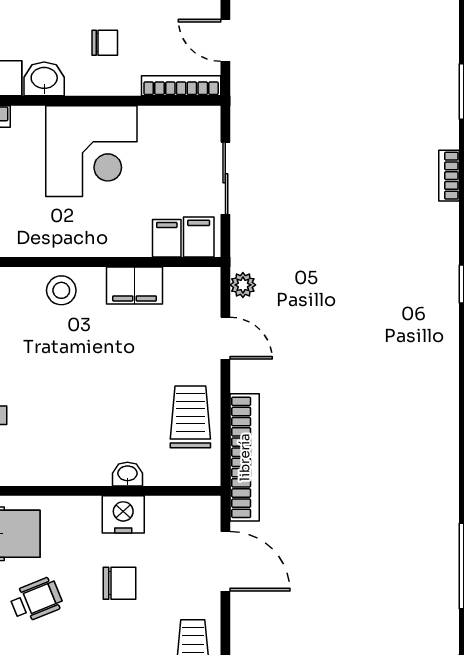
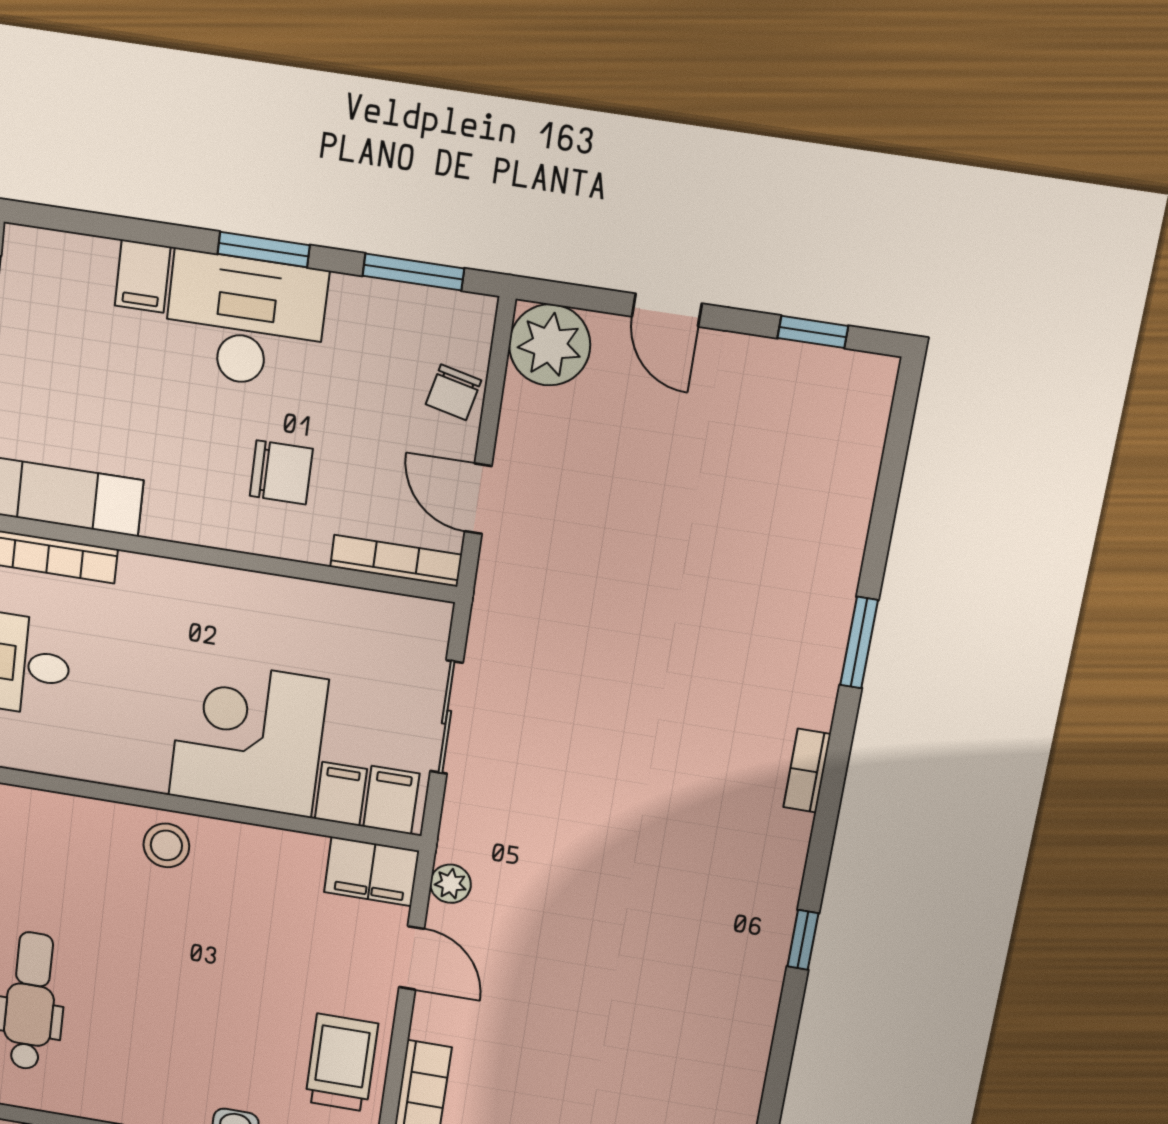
chair: (105, 43) -> (281, 472), width x1.37, depth x1.37
washbasin: (44, 79) -> (177, 515), removed
corner desk: (91, 151) -> (248, 738), moved, turned 180
filing cabinet: (135, 285) -> (372, 871), moved

